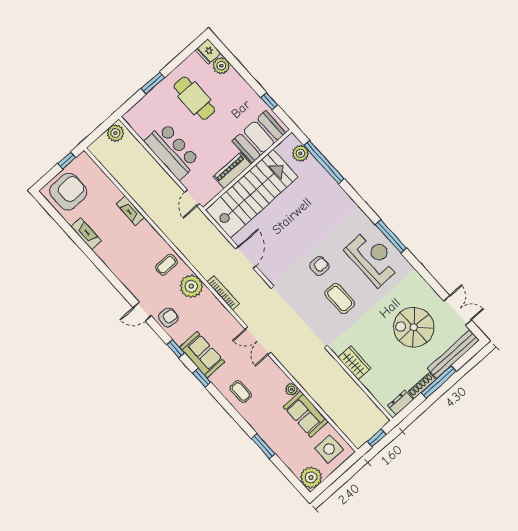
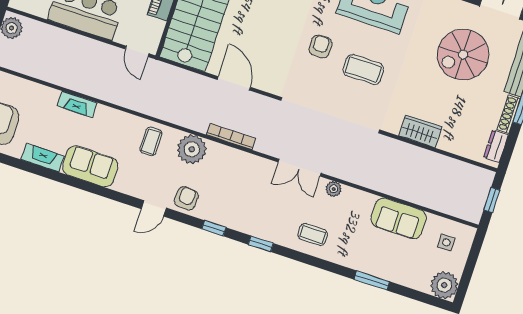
sofa: (202, 355) -> (90, 166), moved
plant: (291, 389) -> (334, 189), moved
side table: (329, 449) -> (446, 242), width x0.54, depth x0.54

